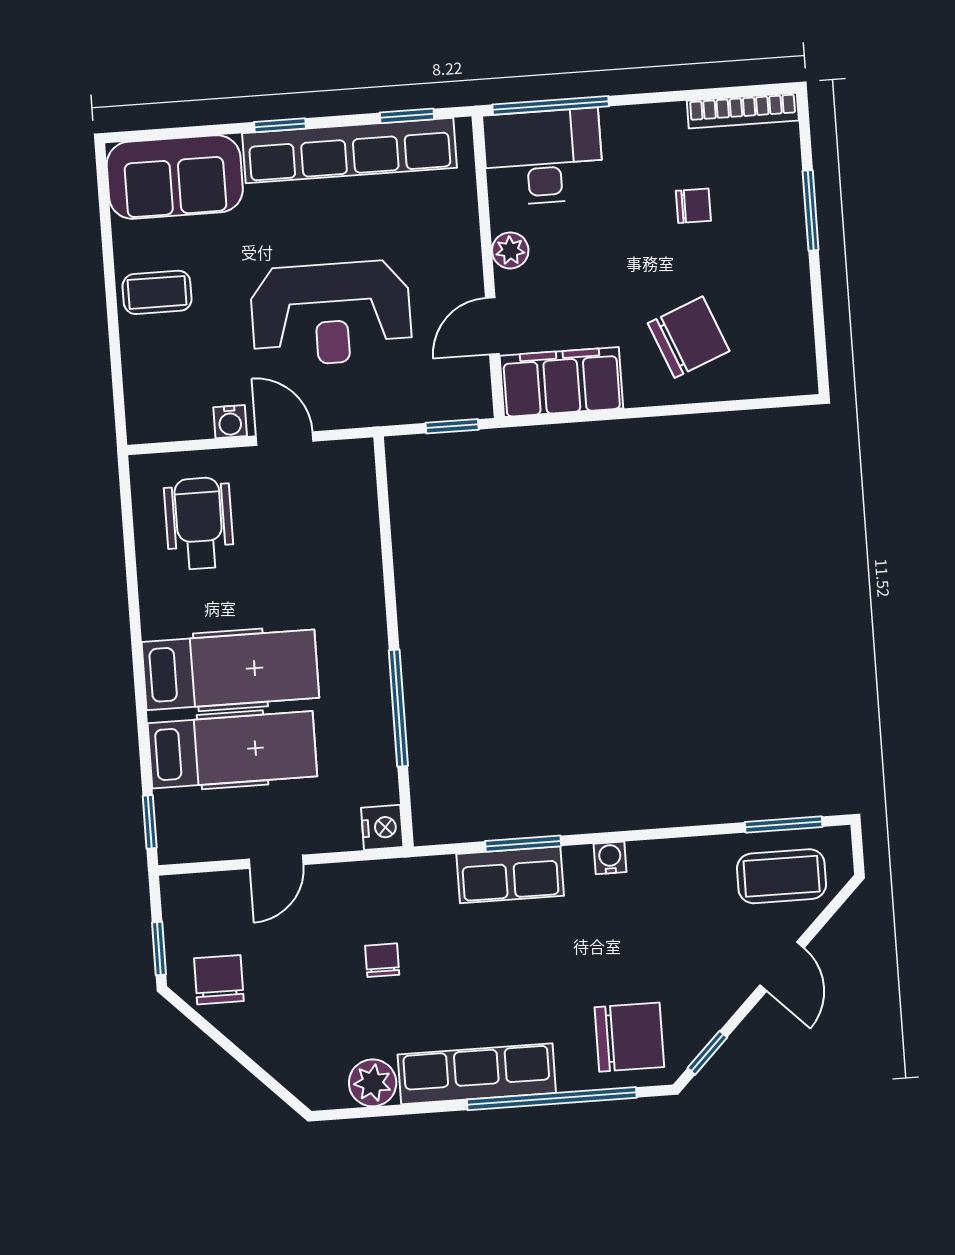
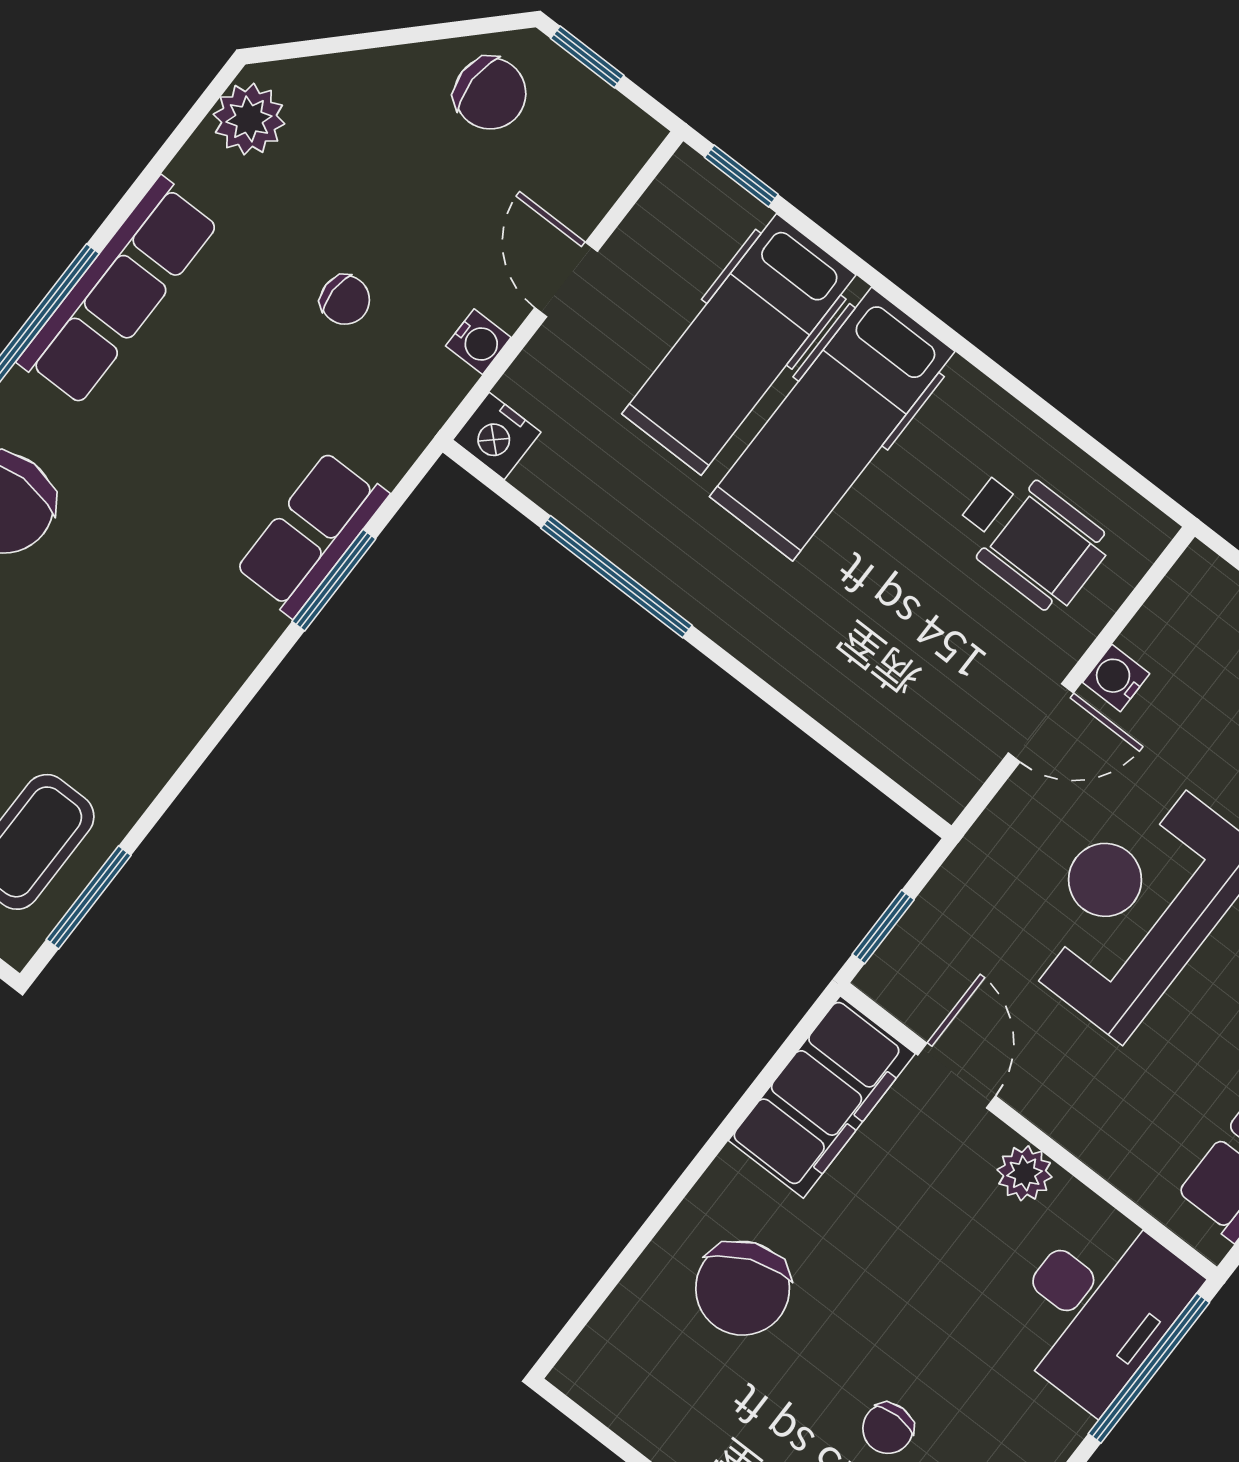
water cooler: (610, 858) -> (478, 342), moved
plant: (373, 1083) -> (249, 119), moved

